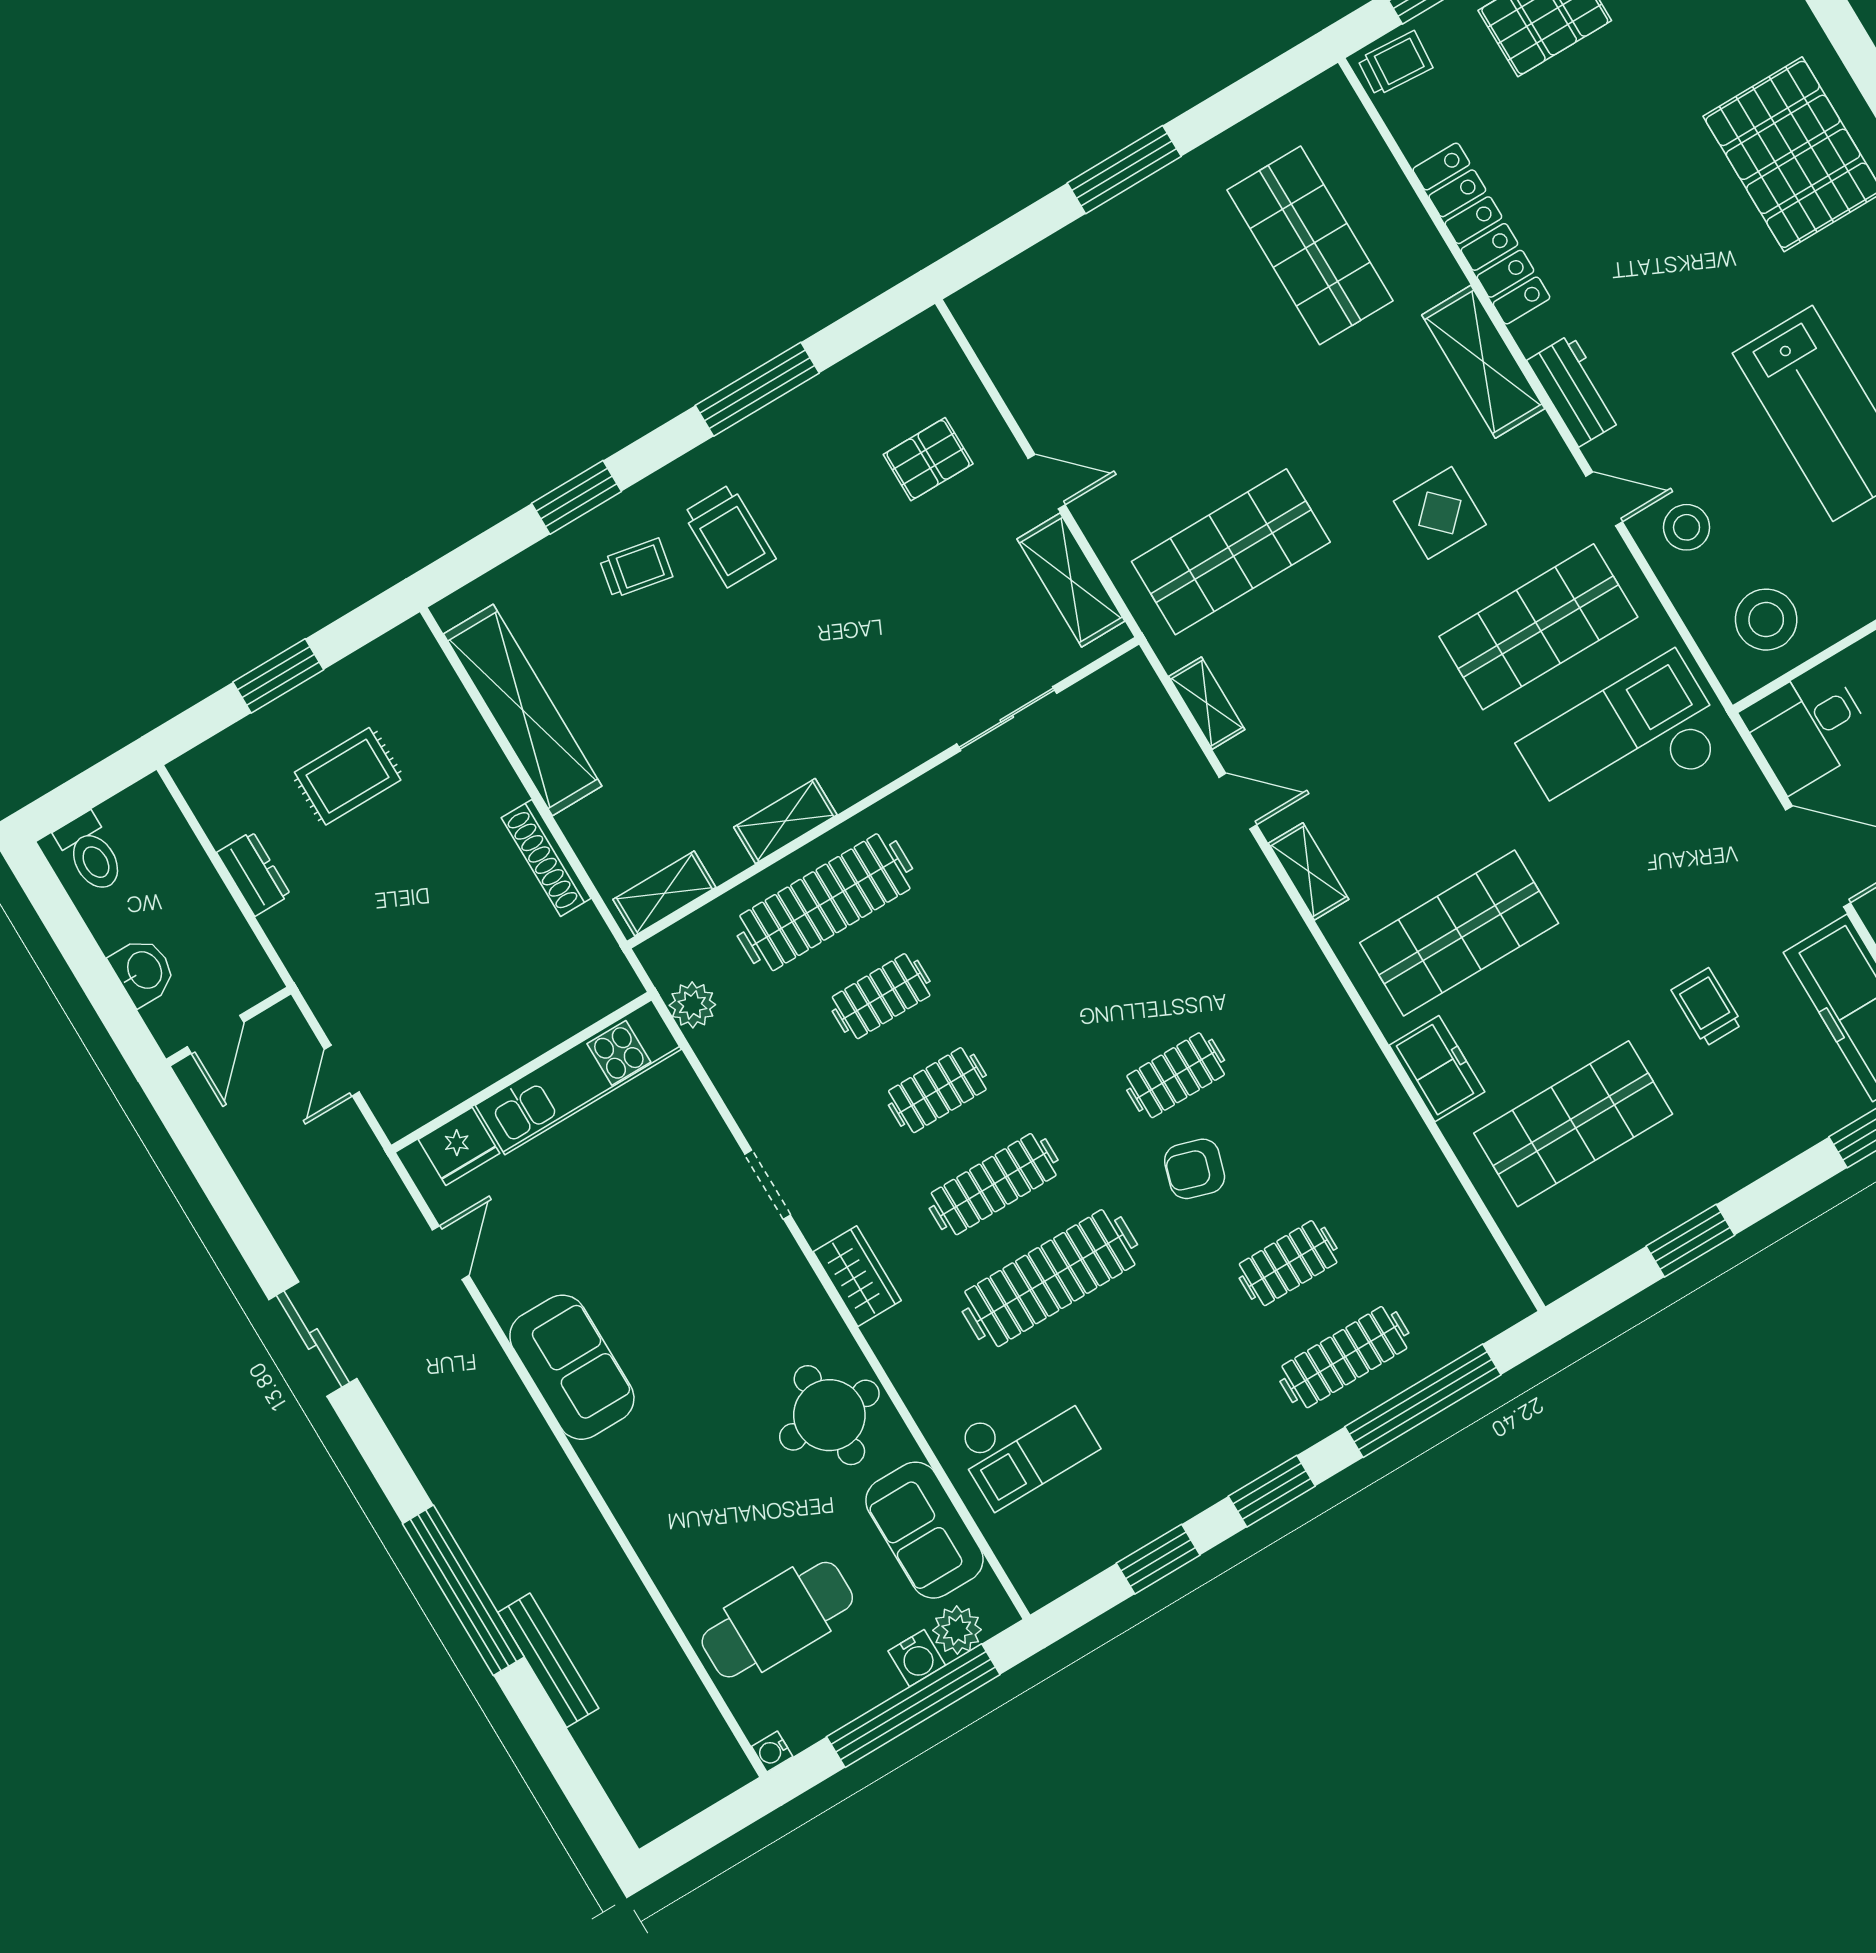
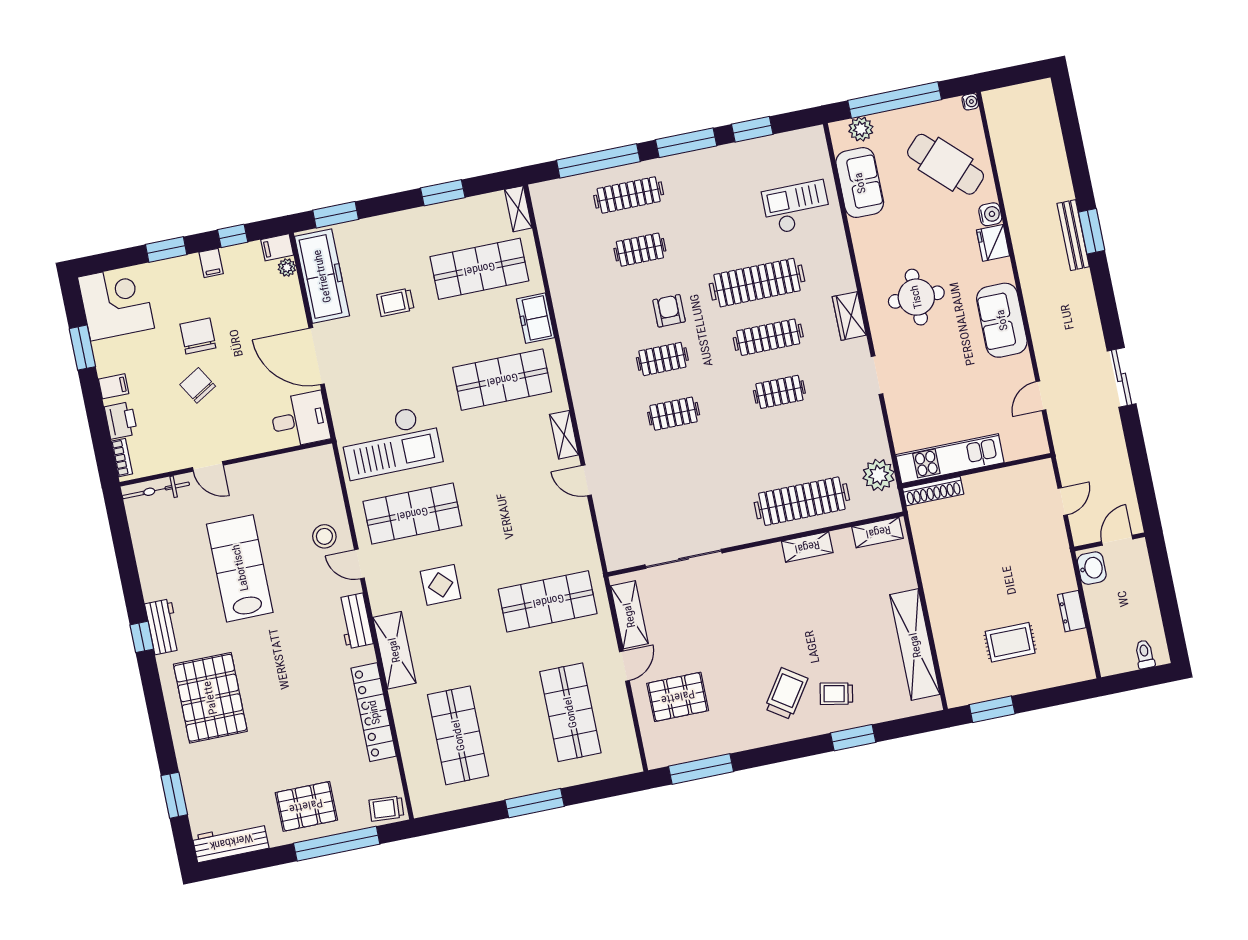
shop shelf: (1117, 361) -> (570, 712), added
window: (757, 389) -> (701, 769), moved
pallet: (928, 459) -> (678, 697), width x1.50, depth x1.42
door: (1047, 482) -> (624, 666), swing flipped
trolley: (729, 536) -> (786, 694), turned 34
stool: (1766, 620) -> (302, 479), removed
window: (278, 676) -> (992, 709), moved
shelving: (1207, 703) -> (518, 209), moved
sliding door: (1007, 719) -> (684, 559), width x1.37
toilet: (91, 853) -> (1145, 654), width x0.73, depth x0.72
shoe rack: (546, 858) -> (933, 491), moved, turned 90
washbasin: (143, 971) -> (1092, 568), moved, turned 180
clothes rail: (881, 996) -> (674, 414), moved
plant: (692, 1005) -> (879, 475), width x1.36, depth x1.36
trolley: (1707, 1007) -> (395, 302), turned 90
fridge: (459, 1146) -> (993, 243), moved, turned -90
armchair: (1195, 1169) -> (669, 311), turned -107
round table: (829, 1415) -> (916, 297), moved
window: (1272, 1491) -> (686, 143), width x1.44
window: (463, 1590) -> (1092, 231), width x0.47
cafe table: (777, 1620) -> (946, 164), turned 44
water cooler: (917, 1658) -> (990, 214), moved, turned 90
bench: (548, 1660) -> (1073, 235), moved

